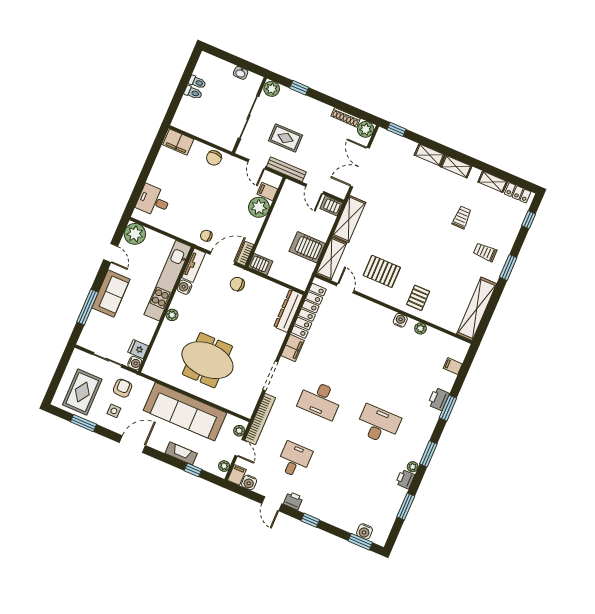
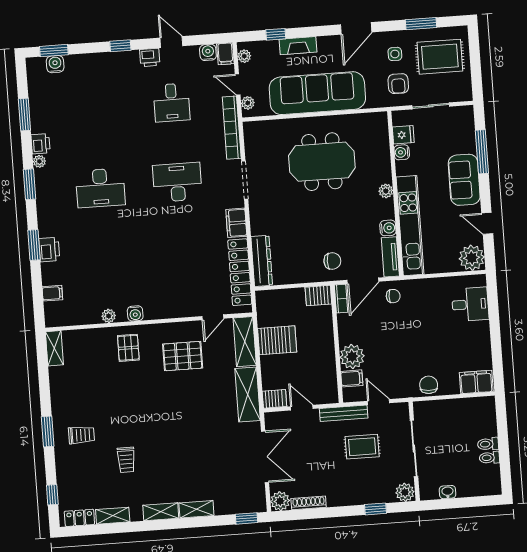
door: (345, 288) -> (213, 317), hinge flipped
shelving: (477, 309) -> (54, 348), width x0.45, depth x0.75
water cooler: (135, 363) -> (402, 152), moved
rug: (82, 392) -> (440, 57), turned 90

